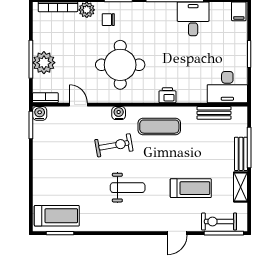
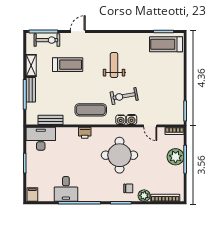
water cooler: (40, 113) -> (132, 120), moved
weight bench: (128, 188) -> (114, 65), turned 90
treadmill: (191, 188) -> (68, 65), turned 180

